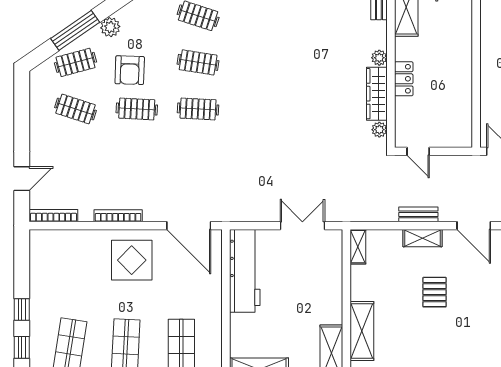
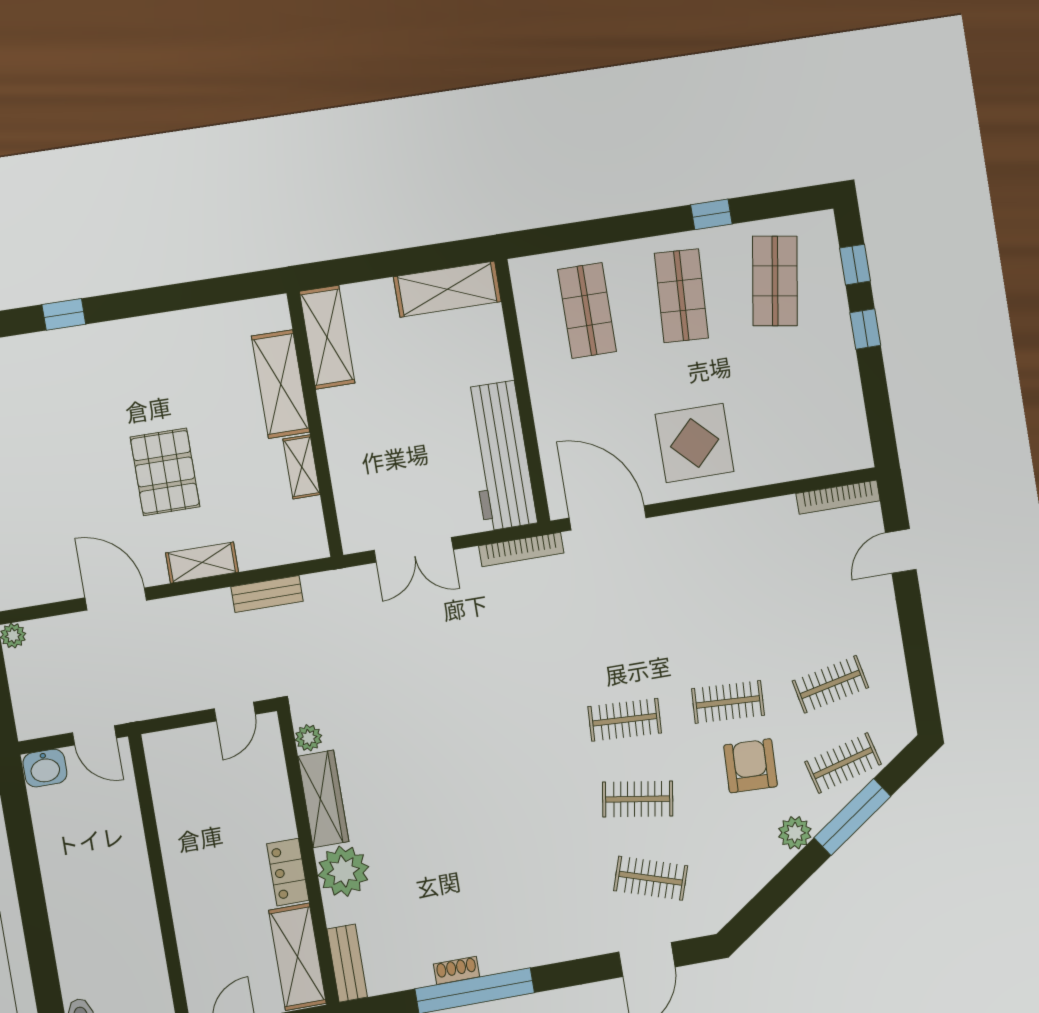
plant: (379, 58) -> (343, 871), width x1.87, depth x1.87
locker: (404, 79) -> (288, 872), moved
clothes rail: (76, 109) -> (830, 684), turned -30
door: (418, 151) -> (235, 712), swing flipped
bench: (418, 214) -> (267, 594), moved
bookcase: (118, 216) -> (521, 549), moved
shelving: (358, 247) -> (302, 467), moved
pallet: (435, 292) -> (165, 472), width x1.50, depth x1.42

